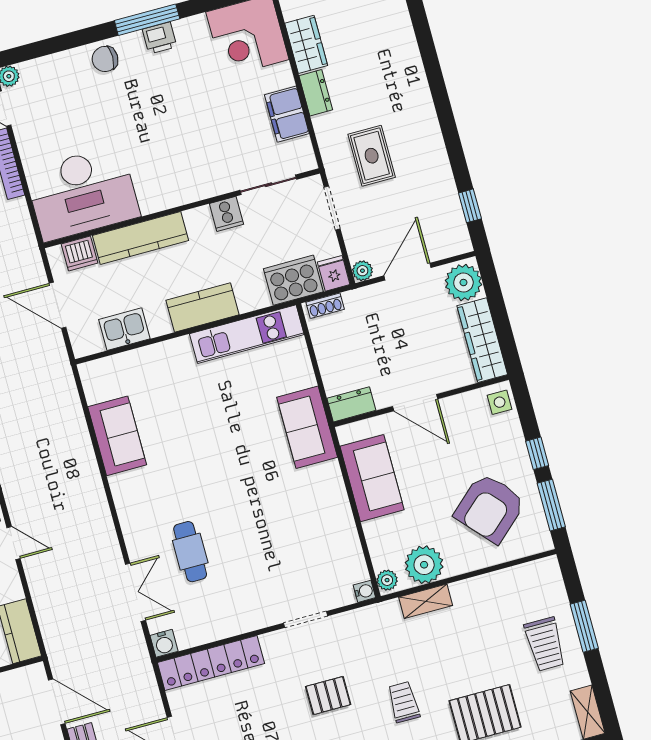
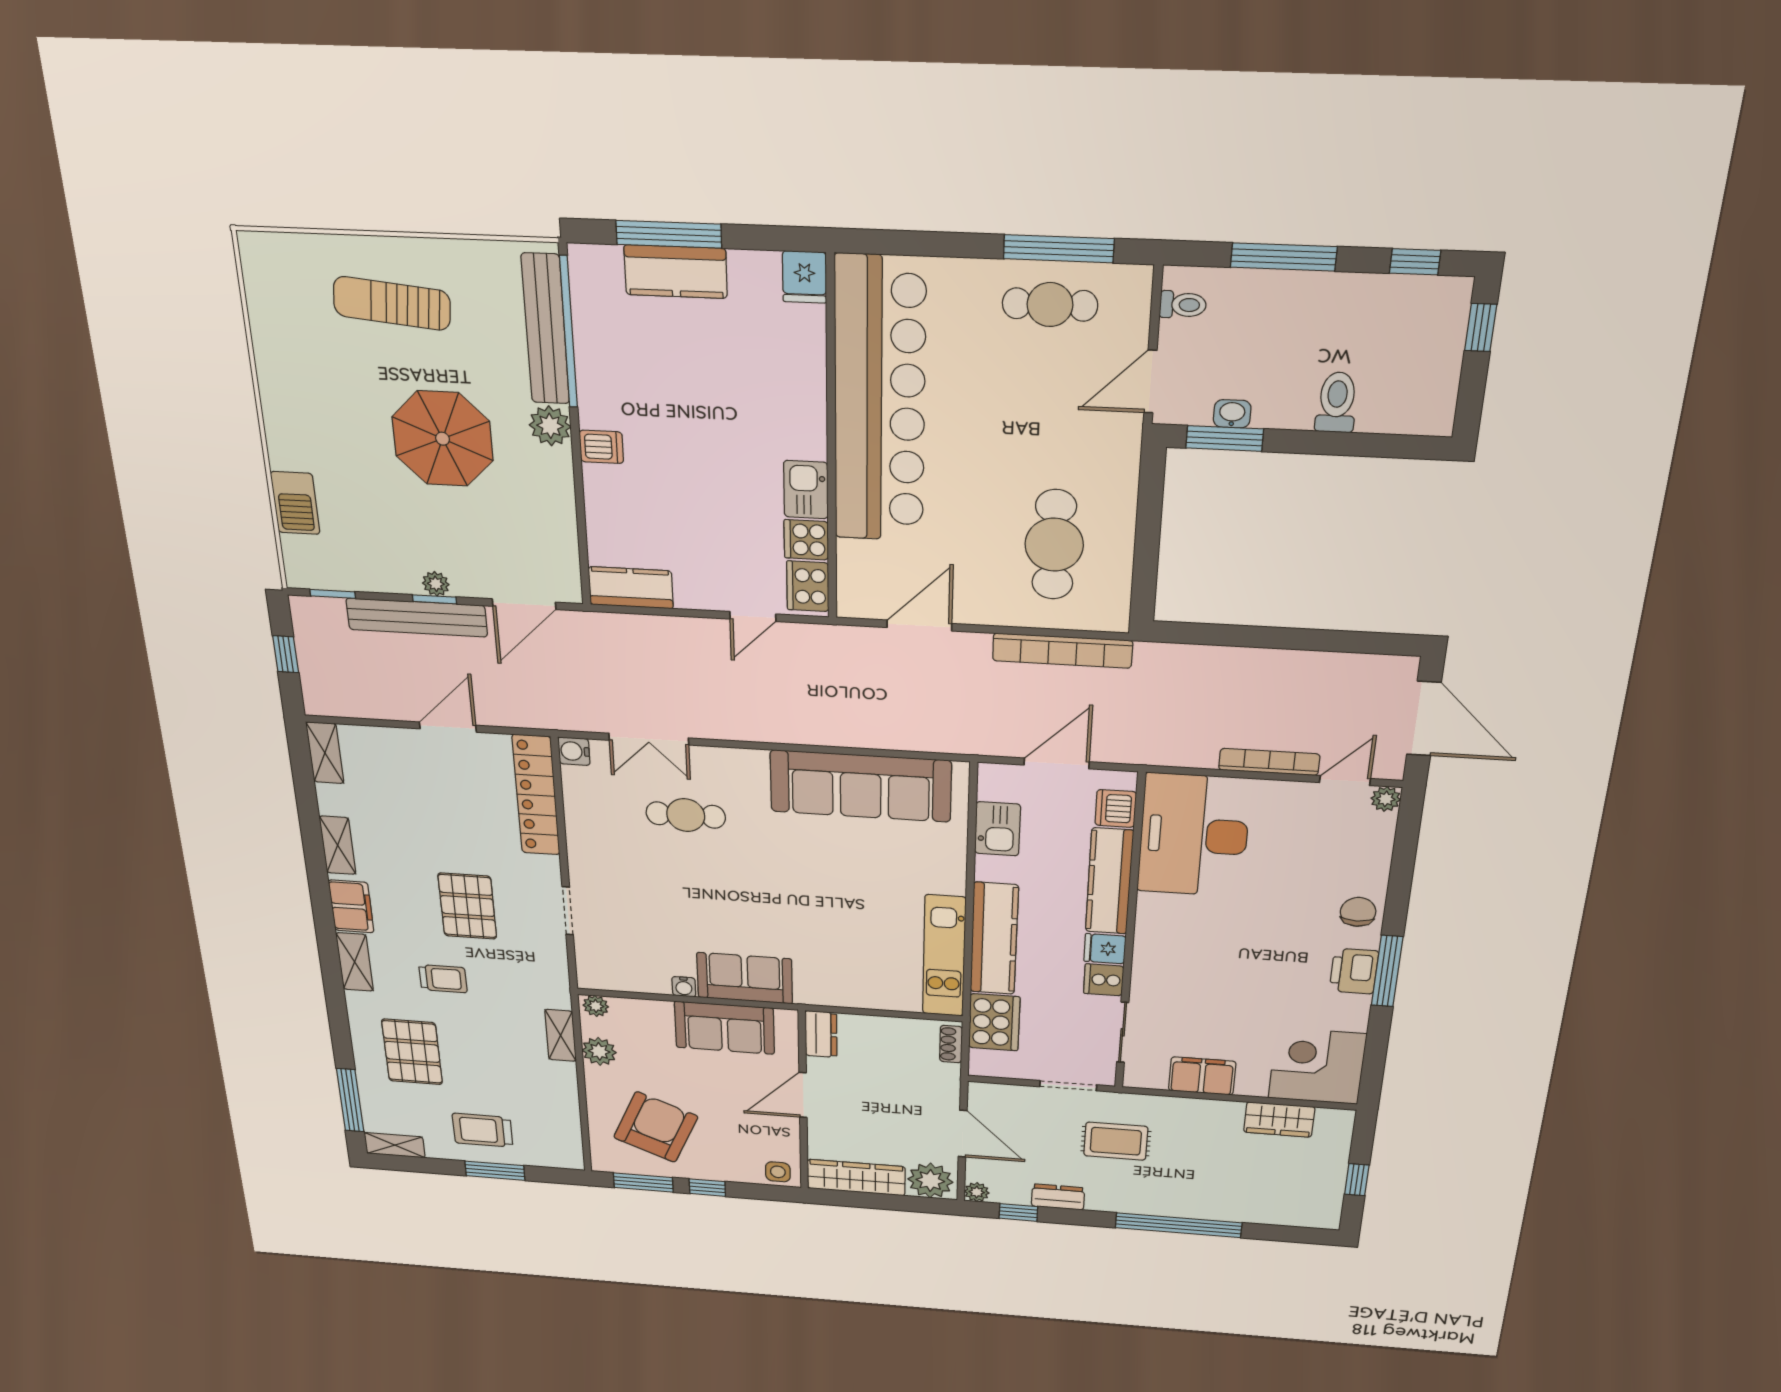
printer: (160, 38) -> (1354, 971), width x1.36, depth x1.24
window: (436, 81) -> (1178, 1225), added
dresser: (316, 93) -> (1058, 1197), moved, turned 180
plant: (362, 271) -> (977, 1192), moved
fridge: (334, 273) -> (1105, 949), moved, turned 180
kitchen counter: (202, 307) -> (994, 939), width x1.50
sofa: (307, 427) -> (745, 978), moved
sofa: (117, 436) -> (861, 786), width x1.85, depth x1.27
armchair: (490, 508) -> (656, 1127), turned 65
plant: (424, 565) -> (599, 1051), width x0.73, depth x0.73
water cooler: (364, 591) -> (684, 987), moved
pallet: (328, 696) -> (467, 906), width x1.50, depth x1.42

